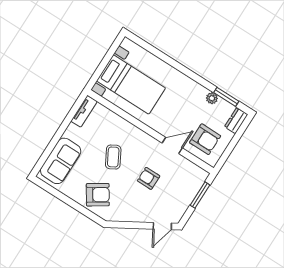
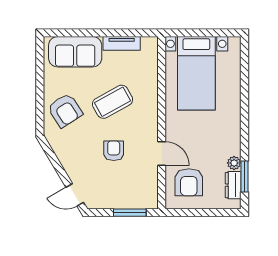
tv unit: (84, 111) -> (122, 43), moved
dresser: (236, 121) -> (233, 185), moved, turned -90
coffee table: (113, 157) -> (113, 102), width x1.36, depth x1.30

